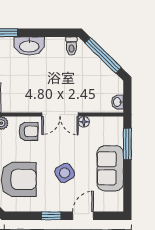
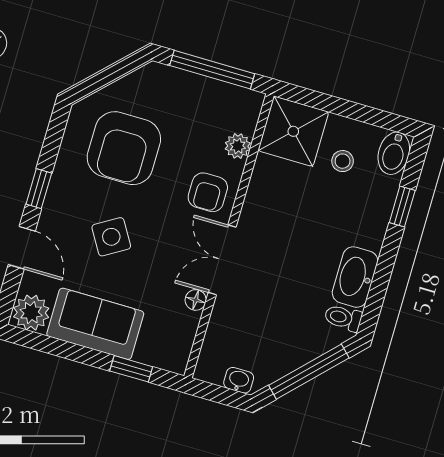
washbasin: (29, 46) -> (355, 277), moved
washbasin: (118, 102) -> (239, 380), moved
window: (127, 144) -> (131, 369), width x0.67
plant: (114, 202) -> (31, 313), added

